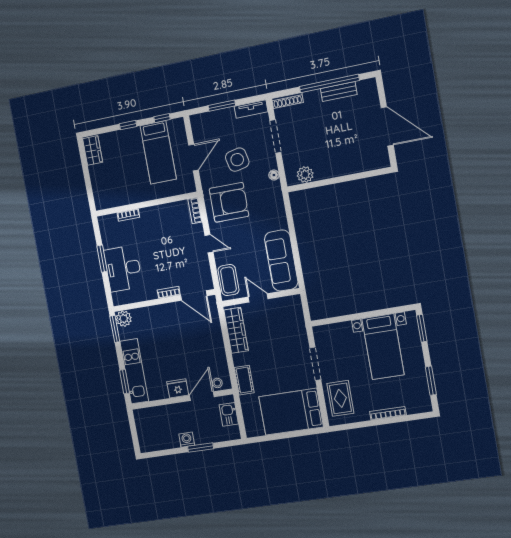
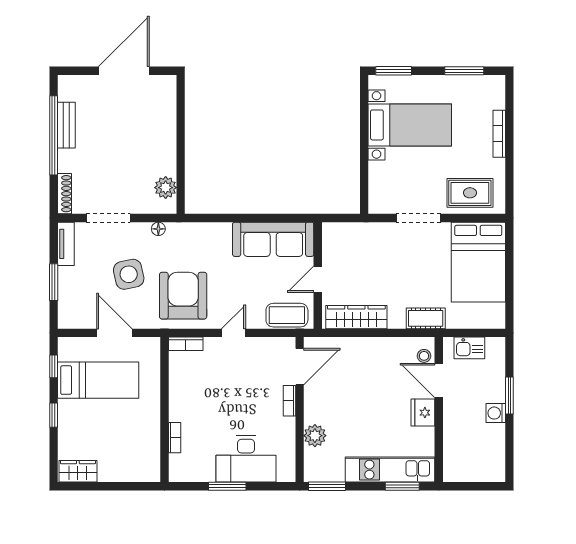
plant: (124, 319) -> (315, 436), moved

